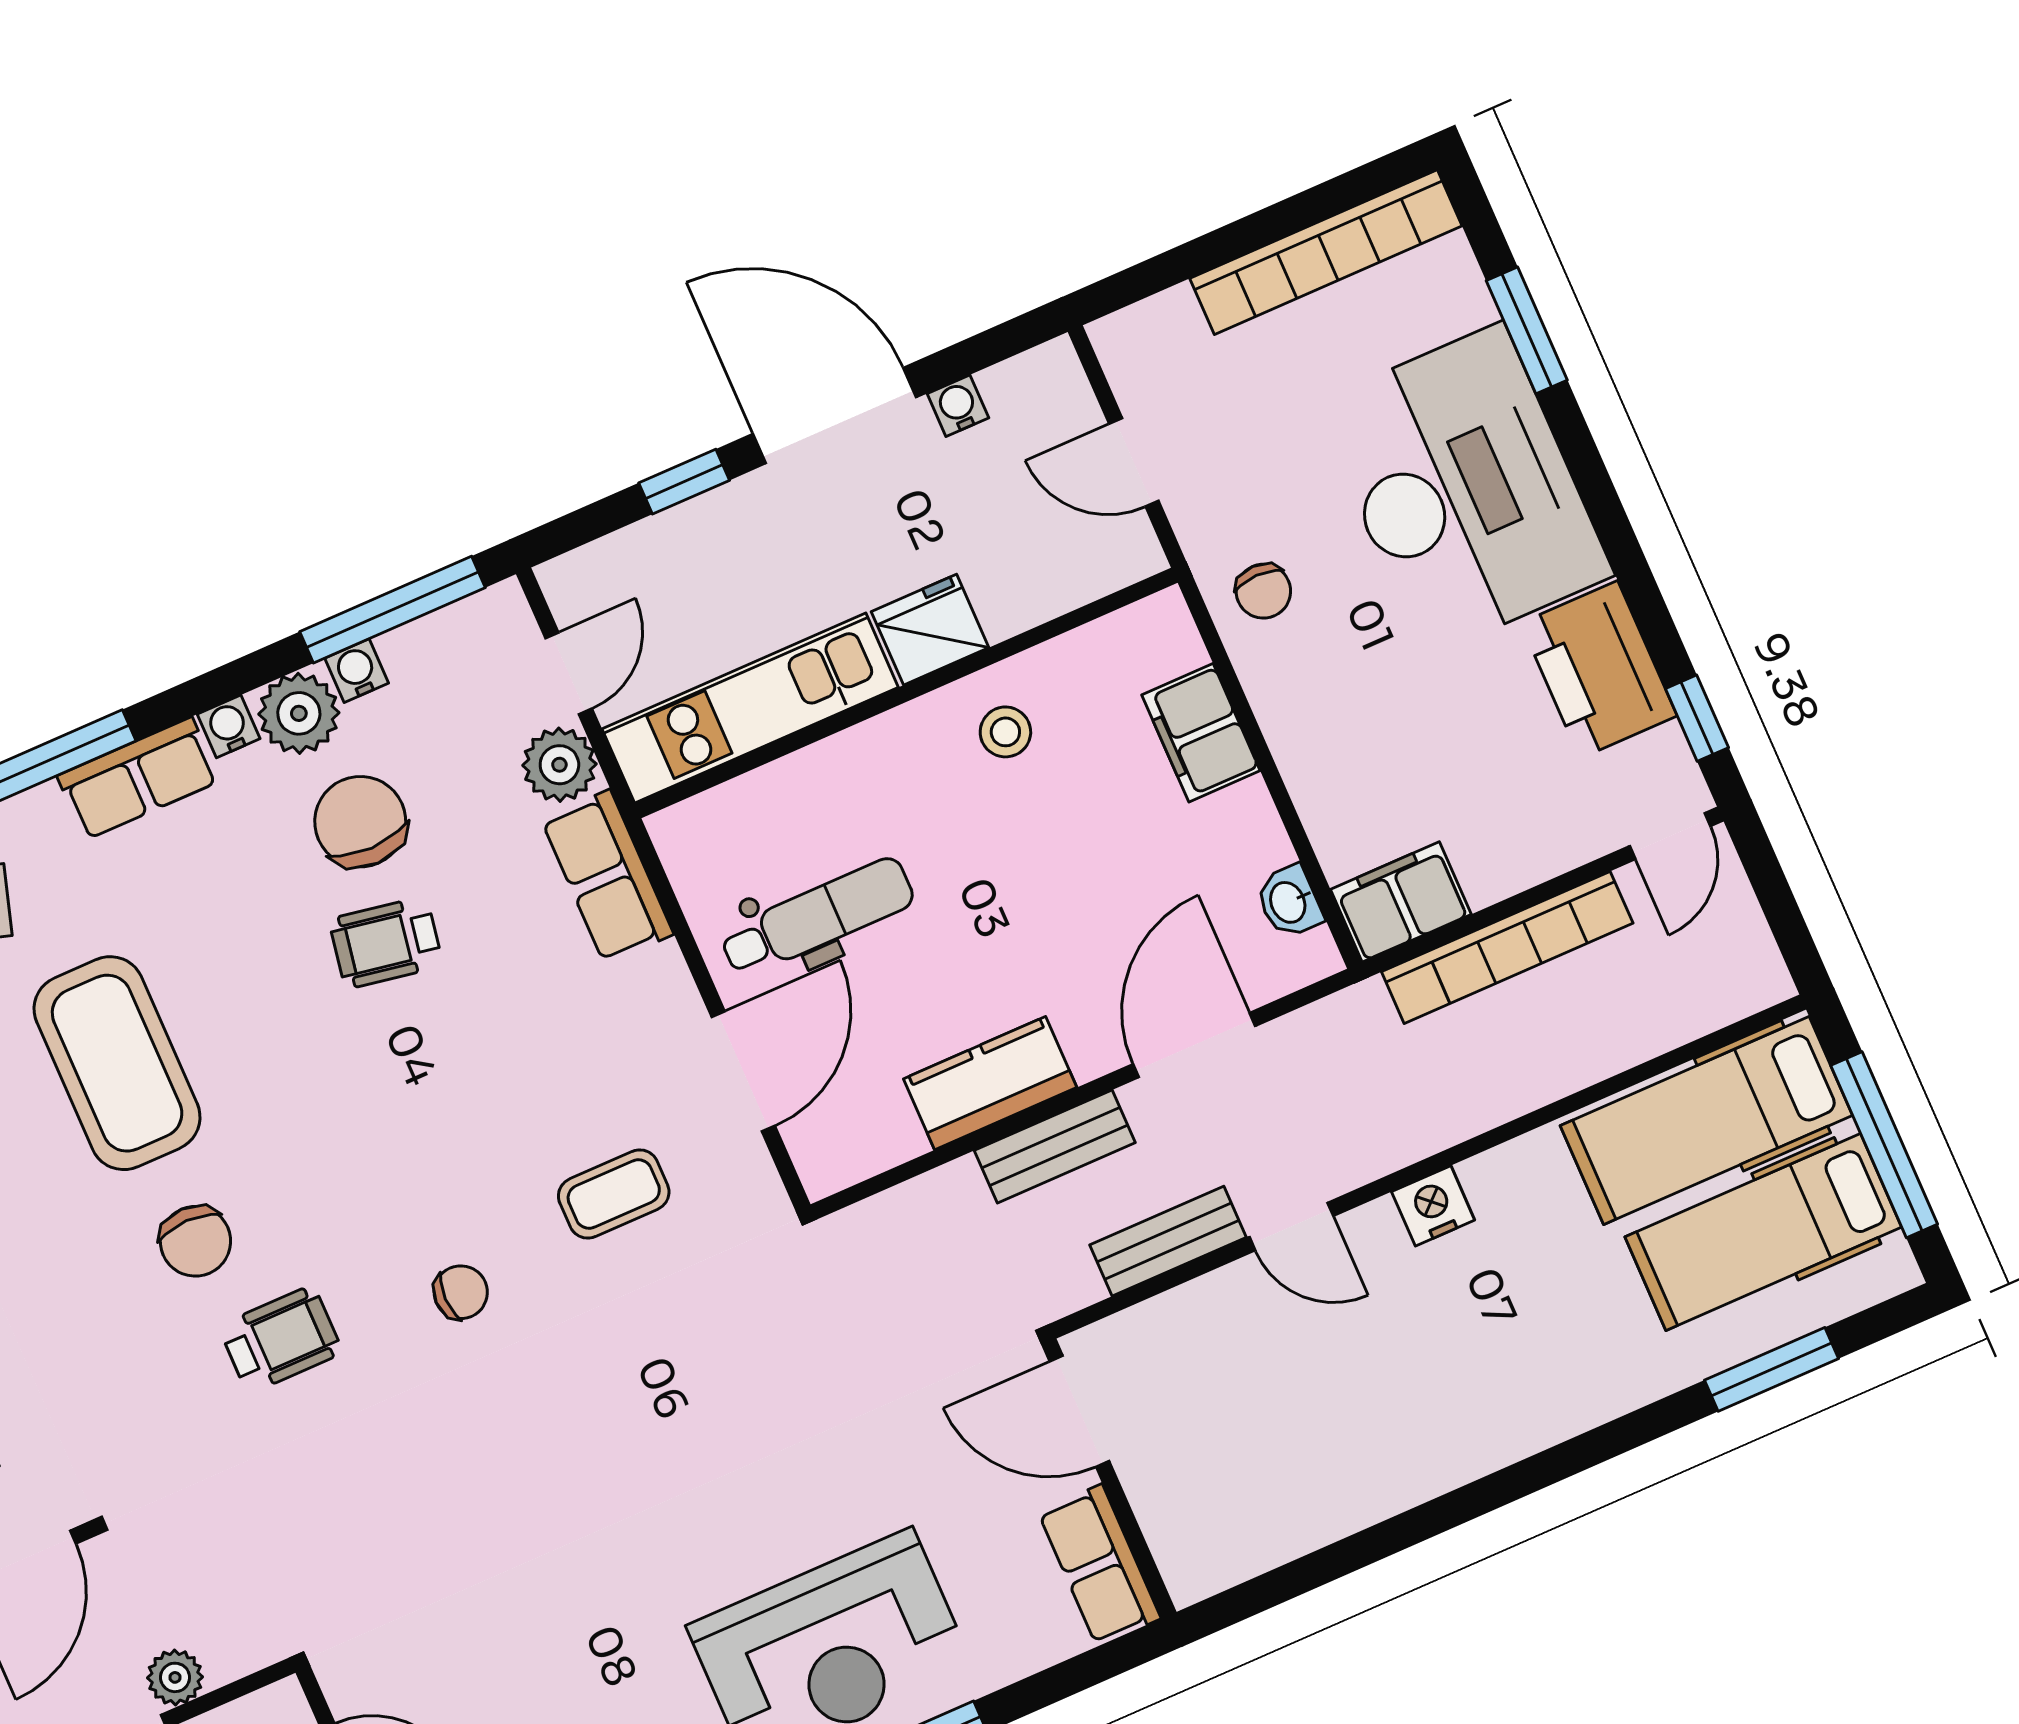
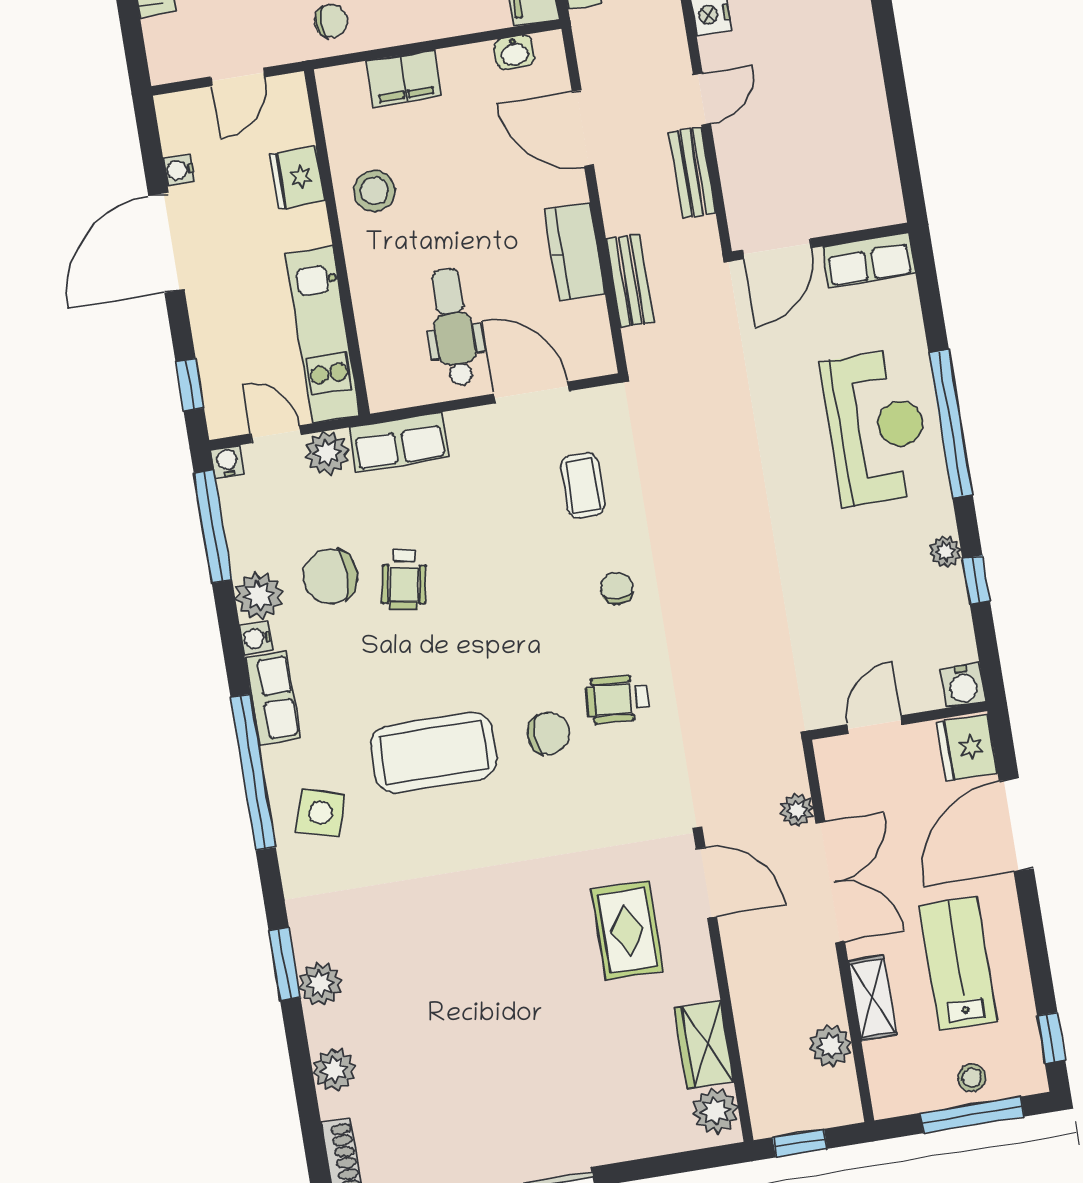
window: (684, 482) -> (190, 385), moved
fridge: (930, 630) -> (297, 178), moved
water cooler: (357, 671) -> (227, 462), moved, turned 90
stool: (1005, 732) -> (374, 191), width x1.37, depth x1.37
bench: (1055, 1146) -> (630, 281), moved
wheelchair: (281, 1339) -> (617, 699), turned -86

